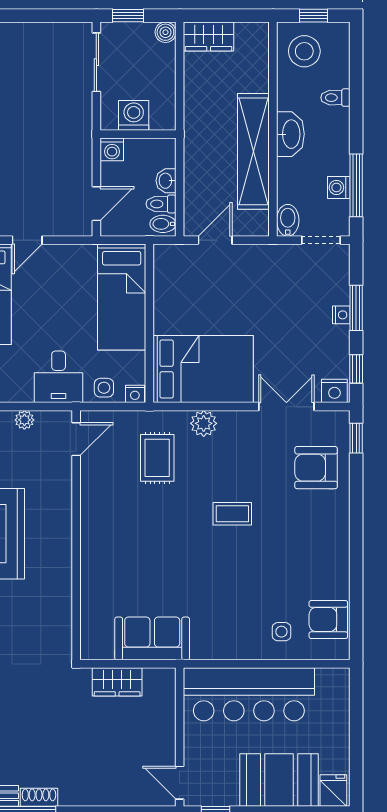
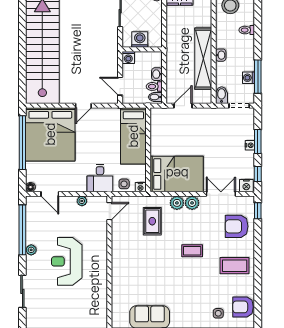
washbasin: (290, 134) -> (221, 55), width x0.52, depth x0.69
door: (96, 204) -> (120, 86), swing flipped
plant: (232, 424) -> (192, 203), added
coffee table: (312, 542) -> (235, 266), added

